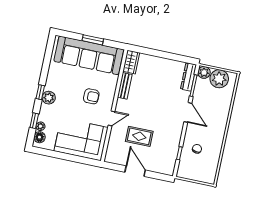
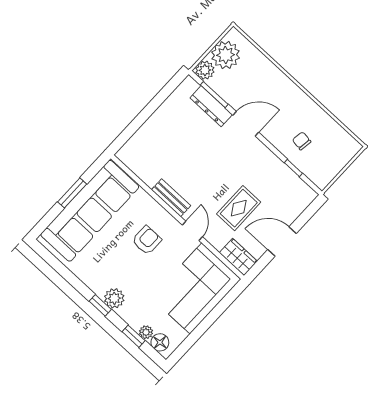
wardrobe: (131, 62) -> (238, 257), moved
dresser: (188, 77) -> (211, 106), moved
bench: (125, 86) -> (171, 198), moved

